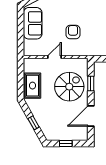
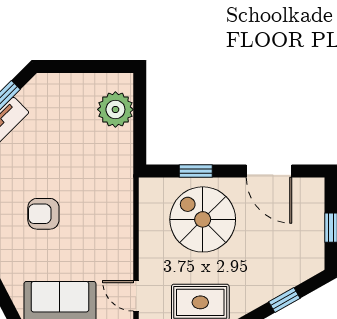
armchair: (73, 32) -> (43, 214), moved
door: (54, 57) -> (136, 296), moved

